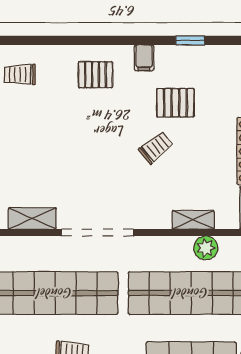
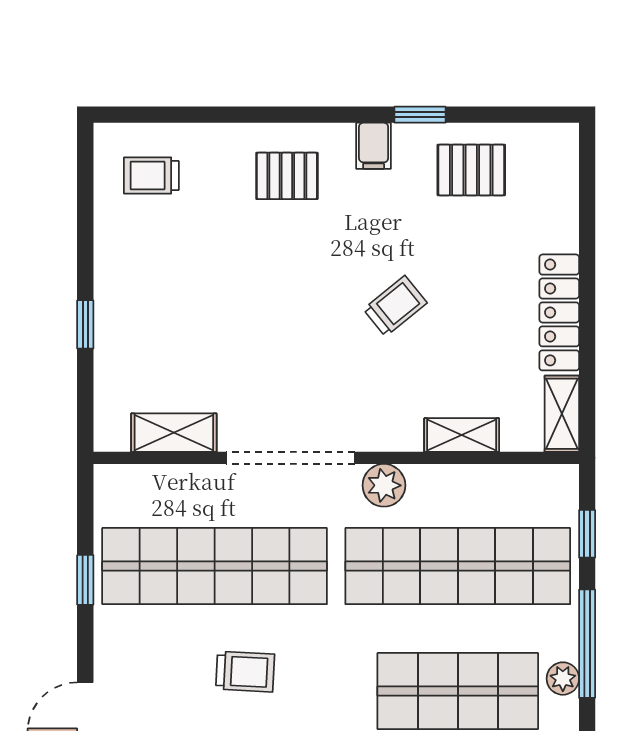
window: (190, 40) -> (420, 115), moved
pallet: (175, 103) -> (471, 170), moved
plant: (206, 248) -> (384, 485), moved

